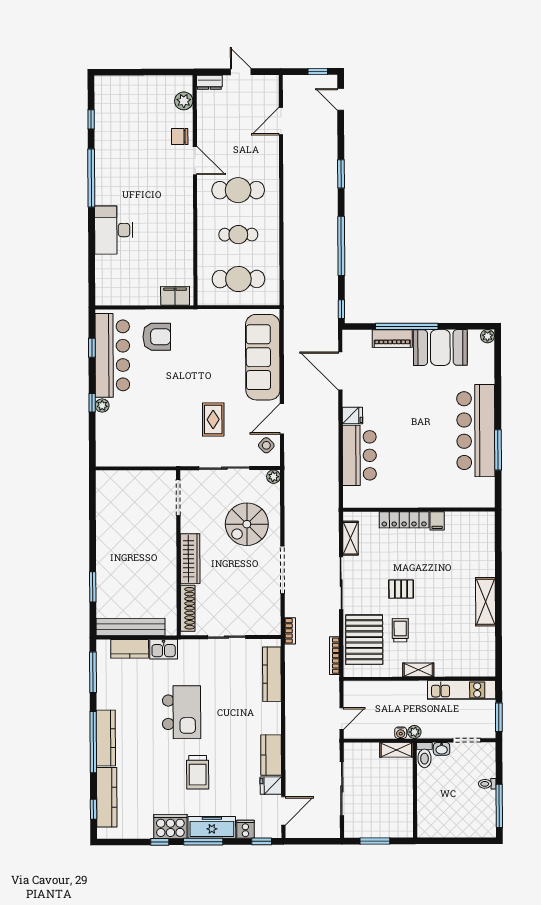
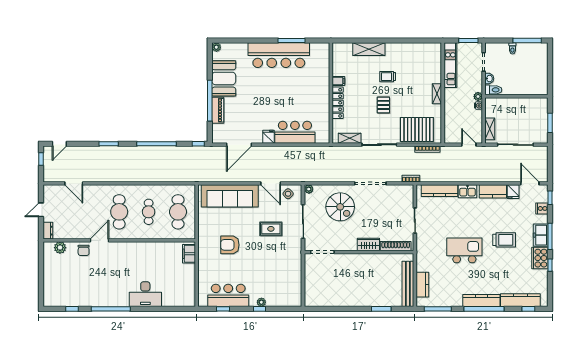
armchair: (157, 337) -> (230, 245), moved, turned -90
bar counter: (112, 355) -> (228, 295), width x0.73
wardrobe: (190, 559) -> (368, 244), width x0.67
shelving: (486, 602) -> (369, 49), moved
trolley: (400, 630) -> (388, 77), moved
kitchen sink: (164, 649) -> (467, 191), moved, turned 90
shelving: (396, 750) -> (490, 129), moved
freezer: (212, 827) -> (541, 235), width x0.71

